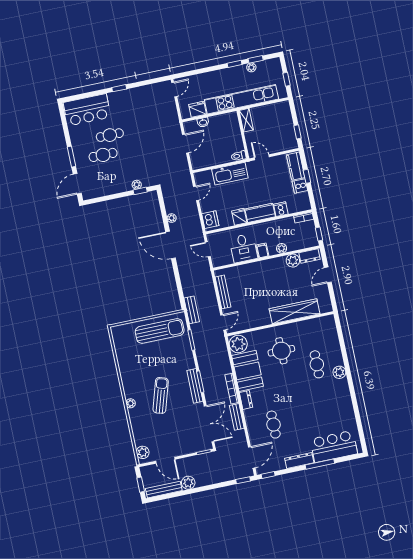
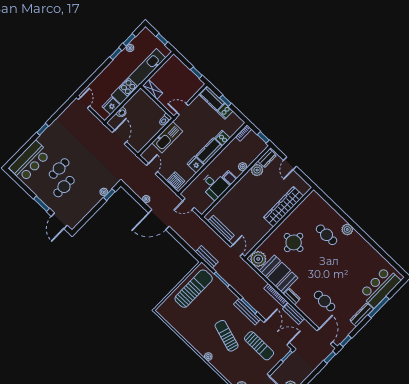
sun lounger: (185, 425) -> (259, 346), added

